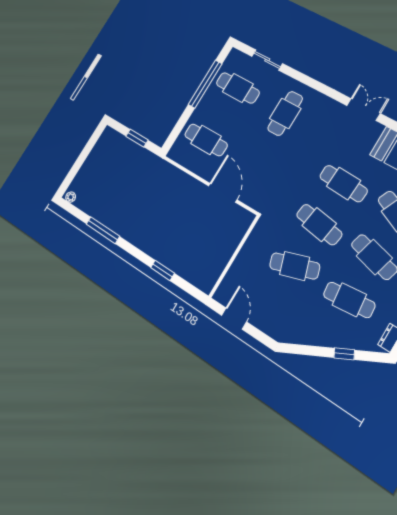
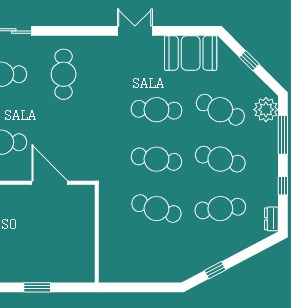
cafe table: (295, 266) -> (156, 209), turned 36
door: (234, 319) -> (131, 287), removed
window: (344, 354) -> (215, 270), moved

